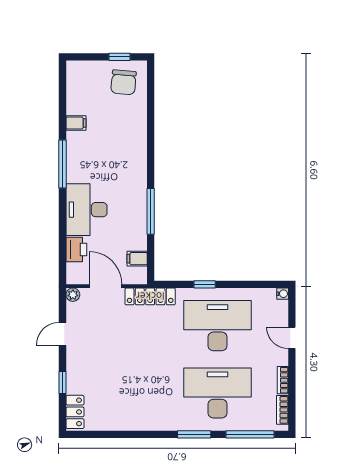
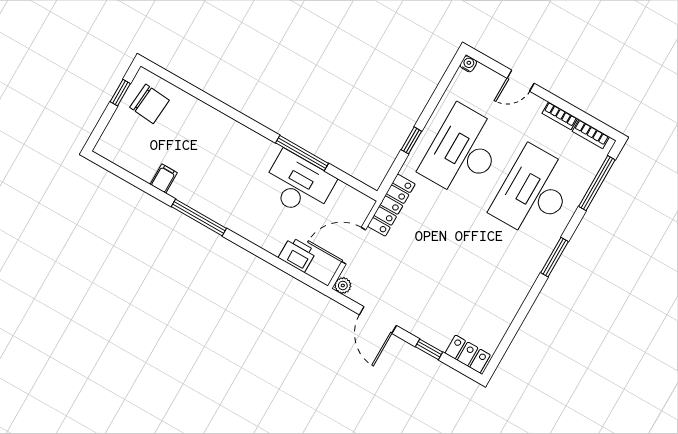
desk: (87, 210) -> (298, 185), moved, turned 180
filing cabinet: (137, 259) -> (344, 196), removed
door: (63, 334) -> (378, 320), width x1.38
window: (194, 434) -> (554, 257), moved

